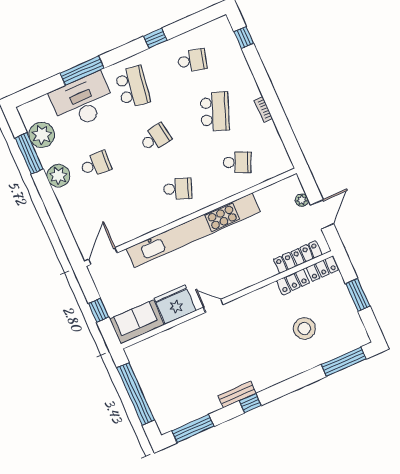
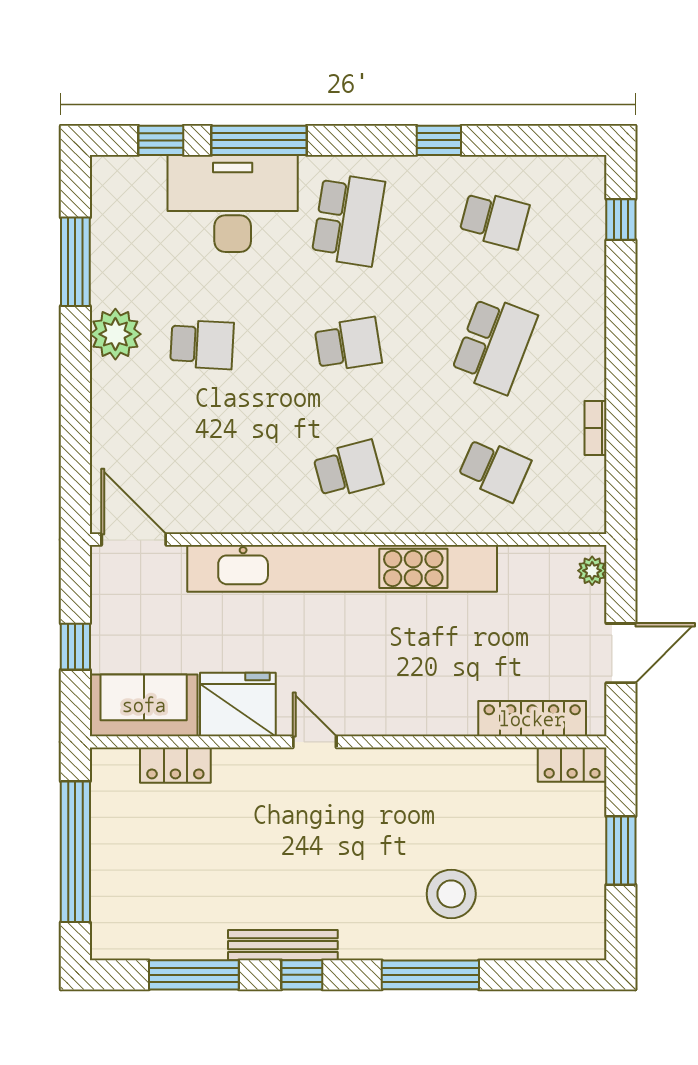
window: (42, 88) -> (161, 140), added
bookcase: (263, 109) -> (596, 428), moved
plant: (42, 135) -> (118, 235), removed
school desk: (178, 189) -> (348, 469), turned -36
plant: (302, 200) -> (592, 571), moved
door: (103, 256) -> (134, 540), hinge flipped
locker: (293, 282) -> (175, 765), moved
stool: (304, 328) -> (451, 894), moved
window: (344, 362) -> (430, 975), moved
bench: (237, 394) -> (283, 945), width x1.36
window: (193, 429) -> (194, 975), moved

